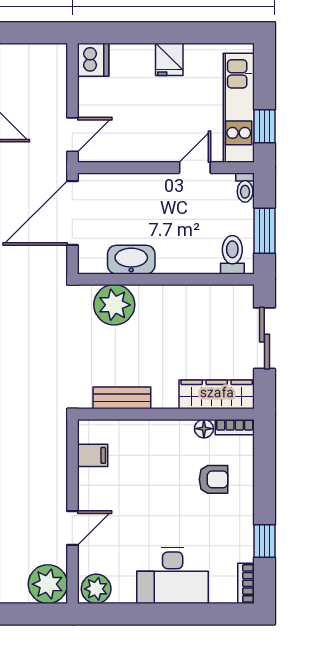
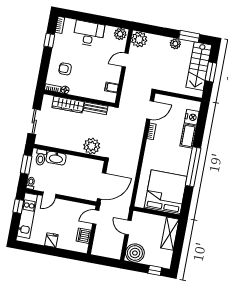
dishwasher: (93, 60) -> (84, 236), moved
washbasin: (131, 260) -> (56, 158), moved
wardrobe: (217, 394) -> (68, 105), moved

